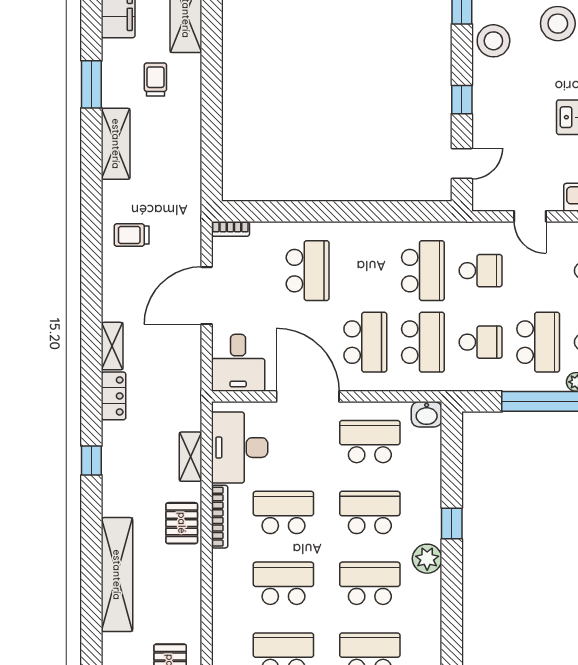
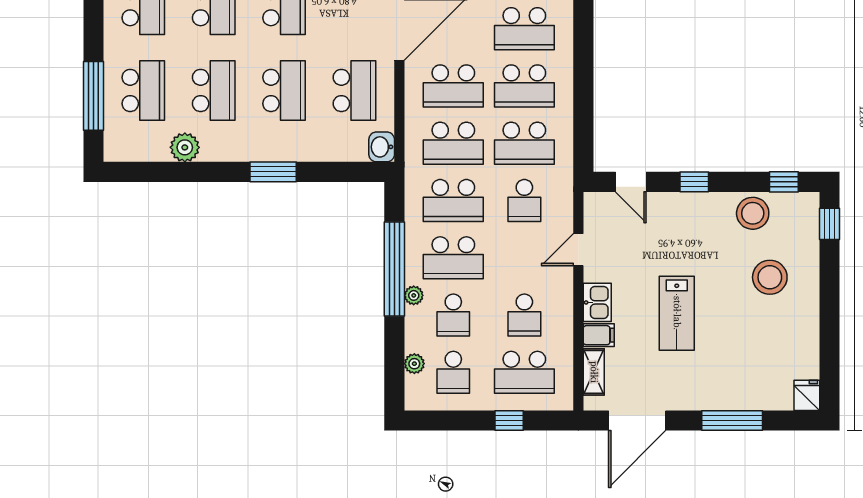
school desk: (365, 271) -> (524, 86), added
school desk: (481, 342) -> (453, 201), width x1.85
window: (452, 523) -> (273, 172), width x1.50
plant: (427, 559) -> (185, 147), moved

